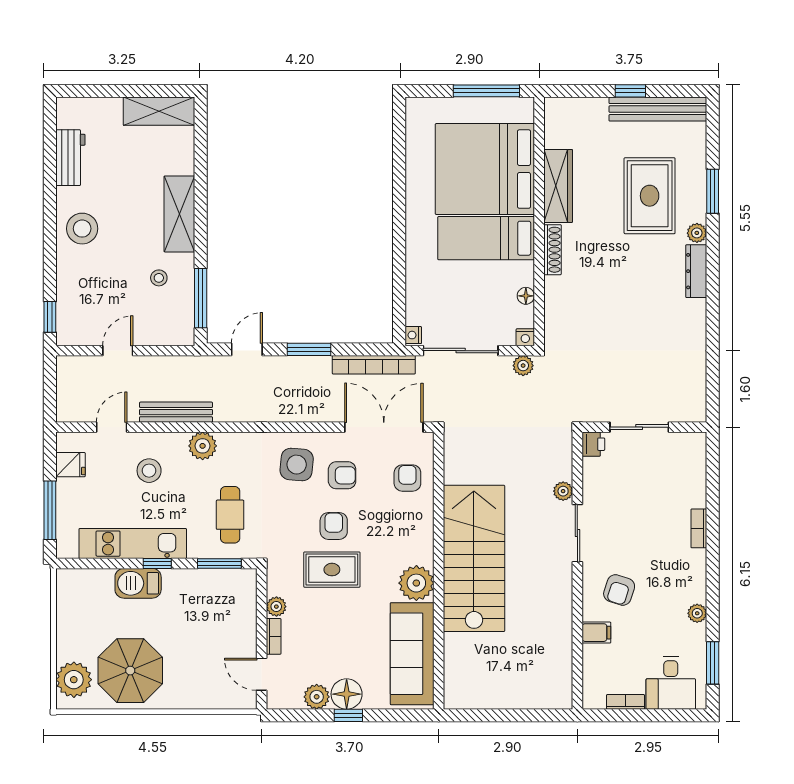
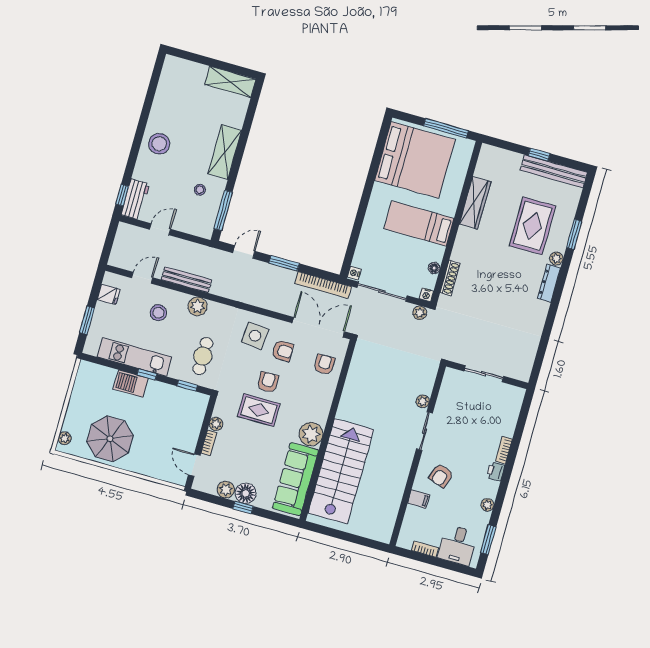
workbench: (70, 158) -> (135, 199), moved
bed: (485, 169) -> (415, 160), moved, turned 180
shoe rack: (553, 250) -> (450, 278), moved
printer: (593, 444) -> (496, 471), moved, turned 180
window: (50, 510) -> (87, 320), width x0.69
stairs: (474, 558) -> (341, 471), moved
window: (219, 563) -> (187, 386), width x0.67
plant: (74, 680) -> (65, 438), width x0.53, depth x0.53

